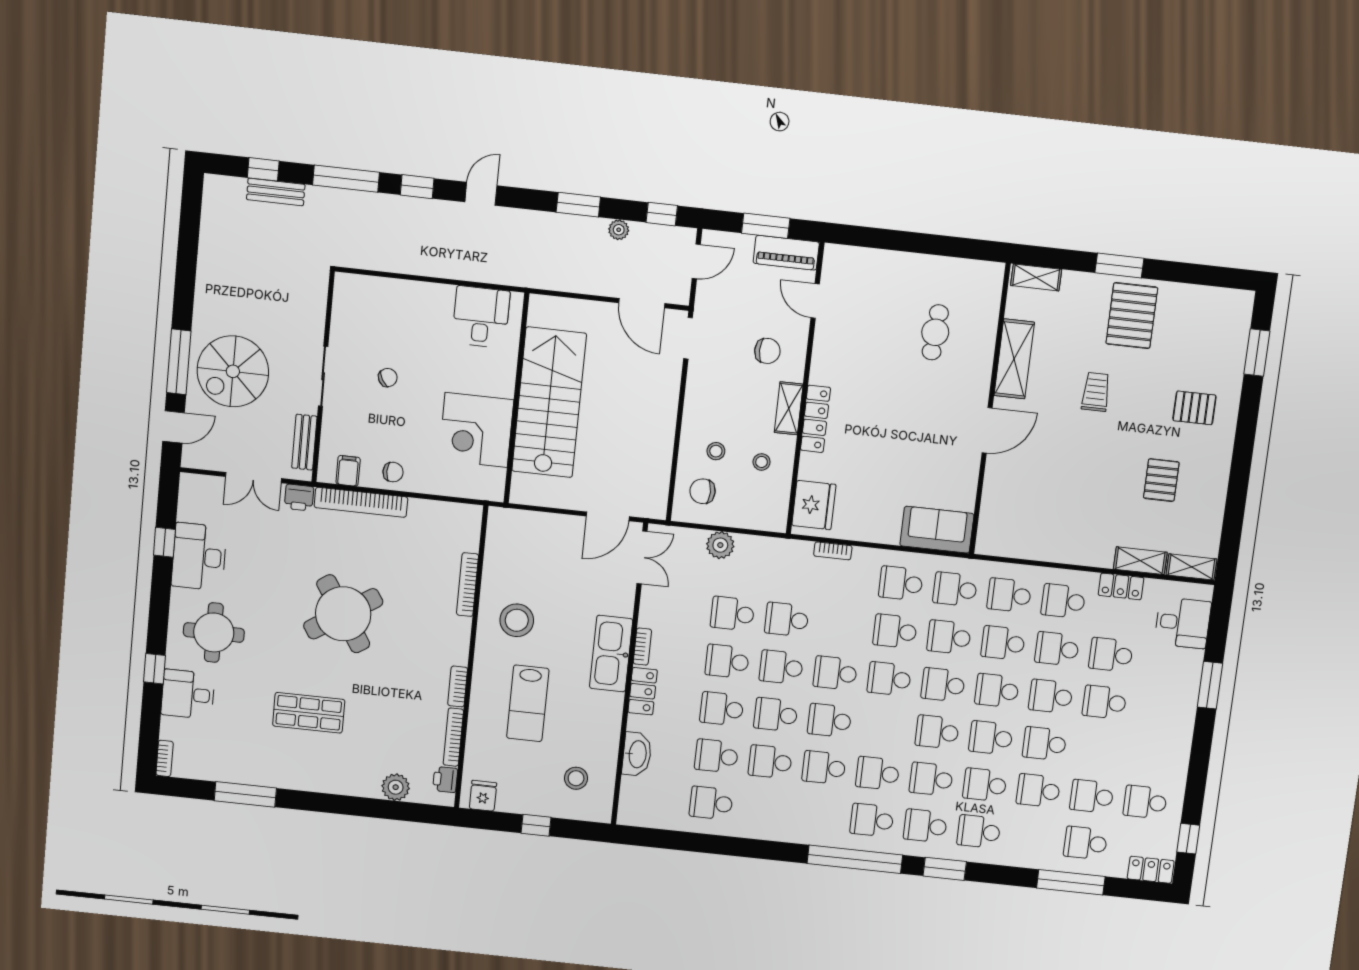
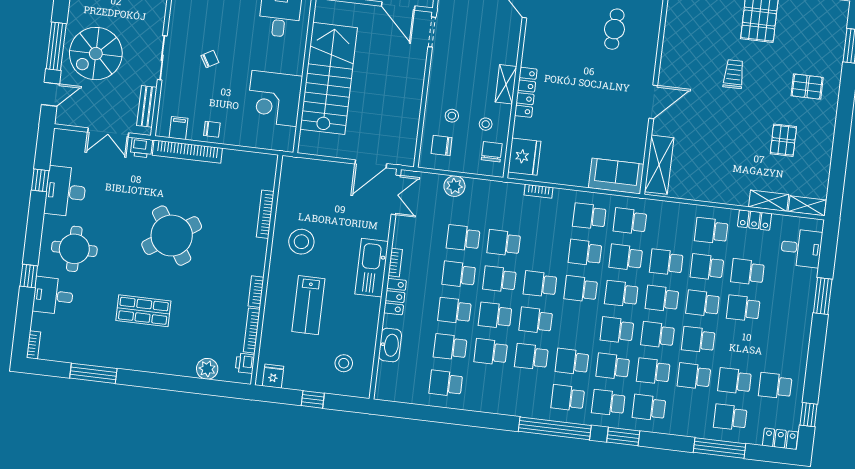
chair: (767, 351) -> (492, 152), moved, turned -90
shelving: (1014, 359) -> (659, 165), moved
school desk: (1009, 595) -> (671, 226), removed

